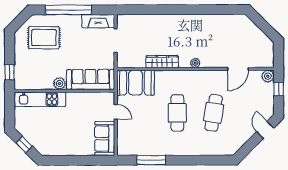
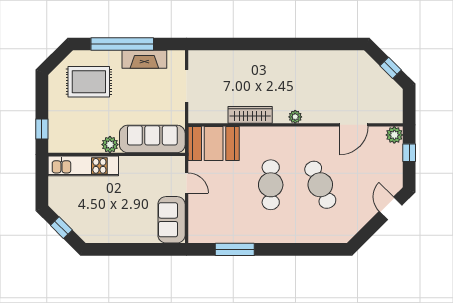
fireplace: (98, 21) -> (144, 59), moved
window: (265, 27) -> (391, 68), added
cafe table: (214, 113) -> (320, 185), turned -33

